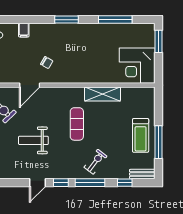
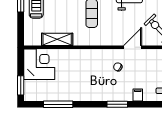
window: (67, 20) -> (117, 104), moved
shelving: (102, 94) -> (57, 39), moved

